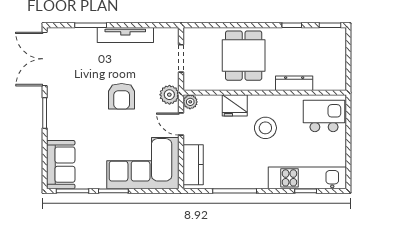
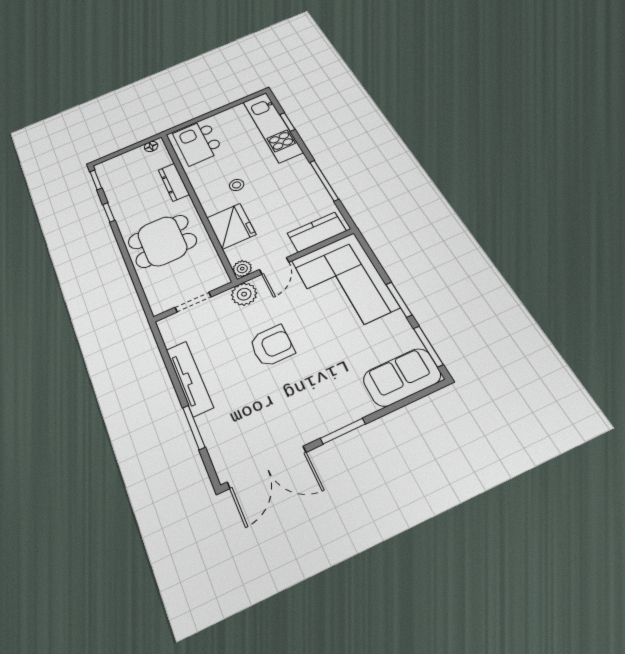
floor lamp: (341, 79) -> (151, 146), added
fridge: (235, 105) -> (231, 226), width x1.36, depth x1.34
stool: (265, 128) -> (237, 185), width x0.53, depth x0.53

